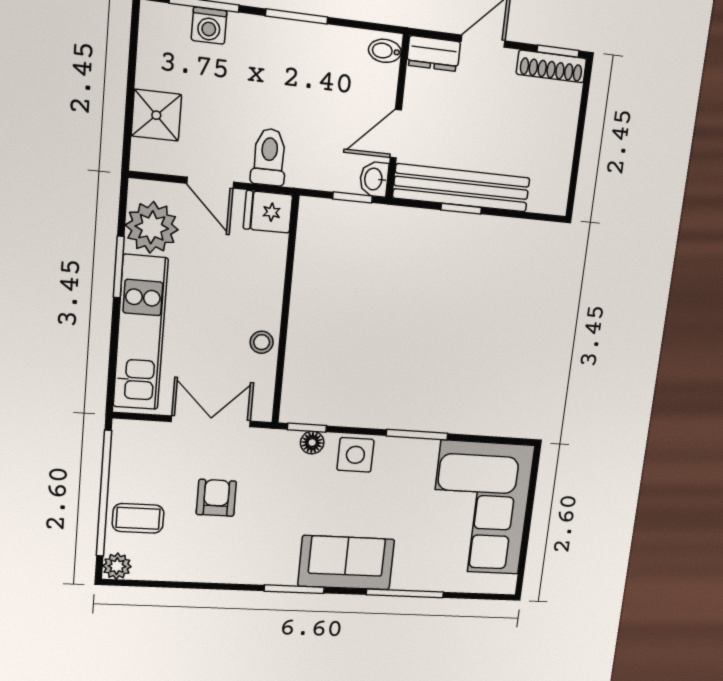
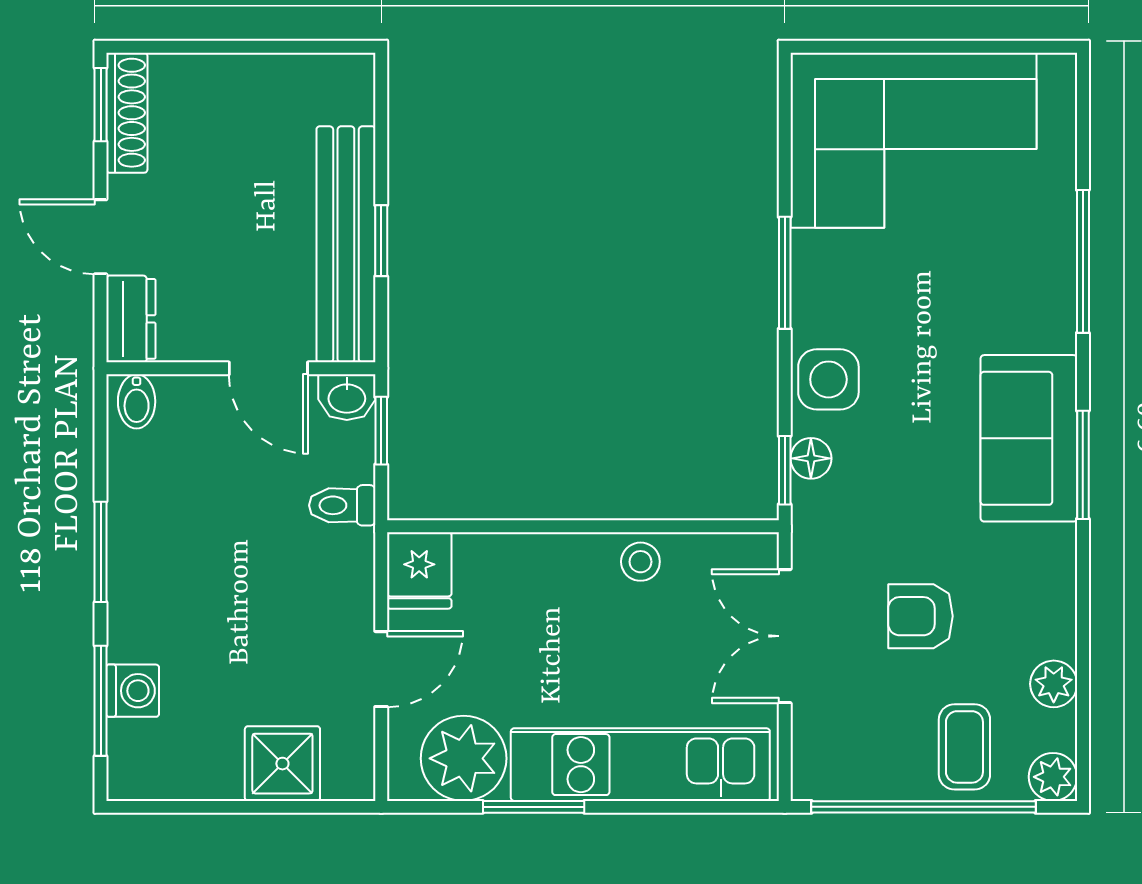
toilet: (269, 157) -> (342, 505), moved, width x0.73, depth x0.72
sofa: (346, 563) -> (1029, 438), moved
plant: (171, 569) -> (1054, 684), added

